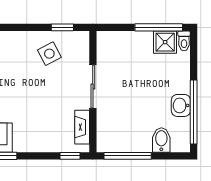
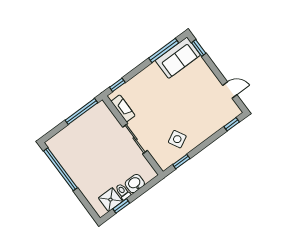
window: (159, 27) -> (121, 206), width x0.46
toilet: (184, 41) -> (123, 192), moved
washbasin: (181, 105) -> (135, 184), moved, turned -90
bidet: (161, 140) -> (68, 137), removed

